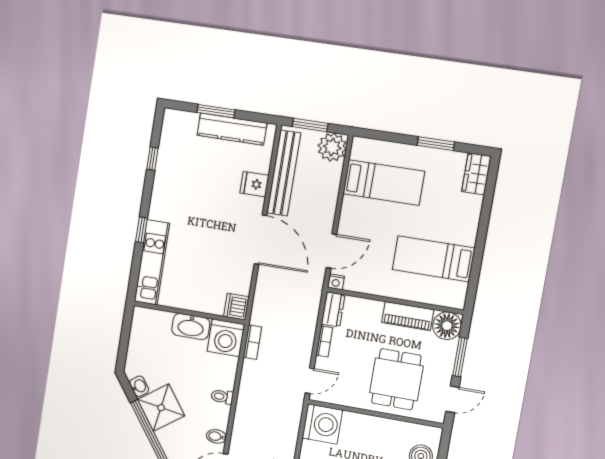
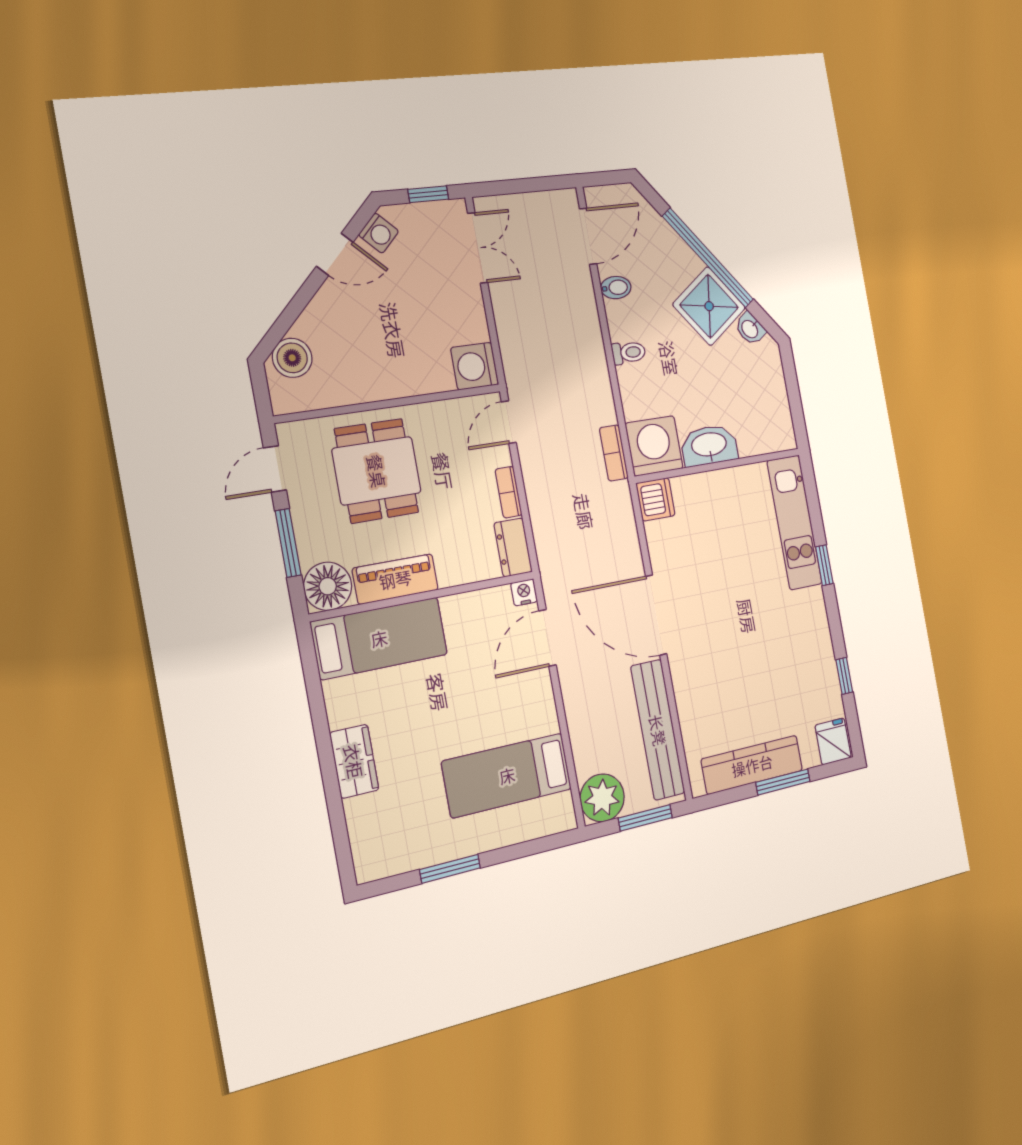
wardrobe: (476, 174) -> (354, 761), moved
fridge: (254, 184) -> (833, 741), moved, turned -90
bed: (434, 259) -> (379, 638), moved
washing machine: (322, 424) -> (475, 366), width x0.73, depth x0.73

